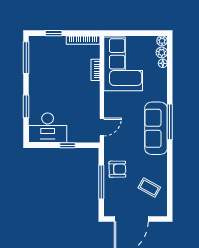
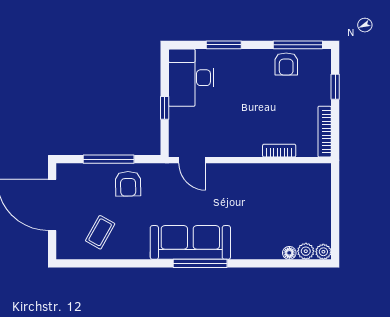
corner sofa: (123, 64) -> (288, 193), removed
armchair: (39, 65) -> (286, 64), added

